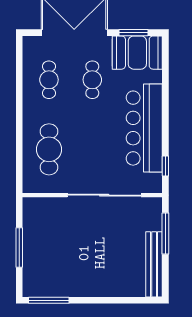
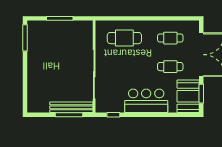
bar counter: (144, 128) -> (146, 101), width x0.73
bench: (154, 264) -> (71, 107), moved

